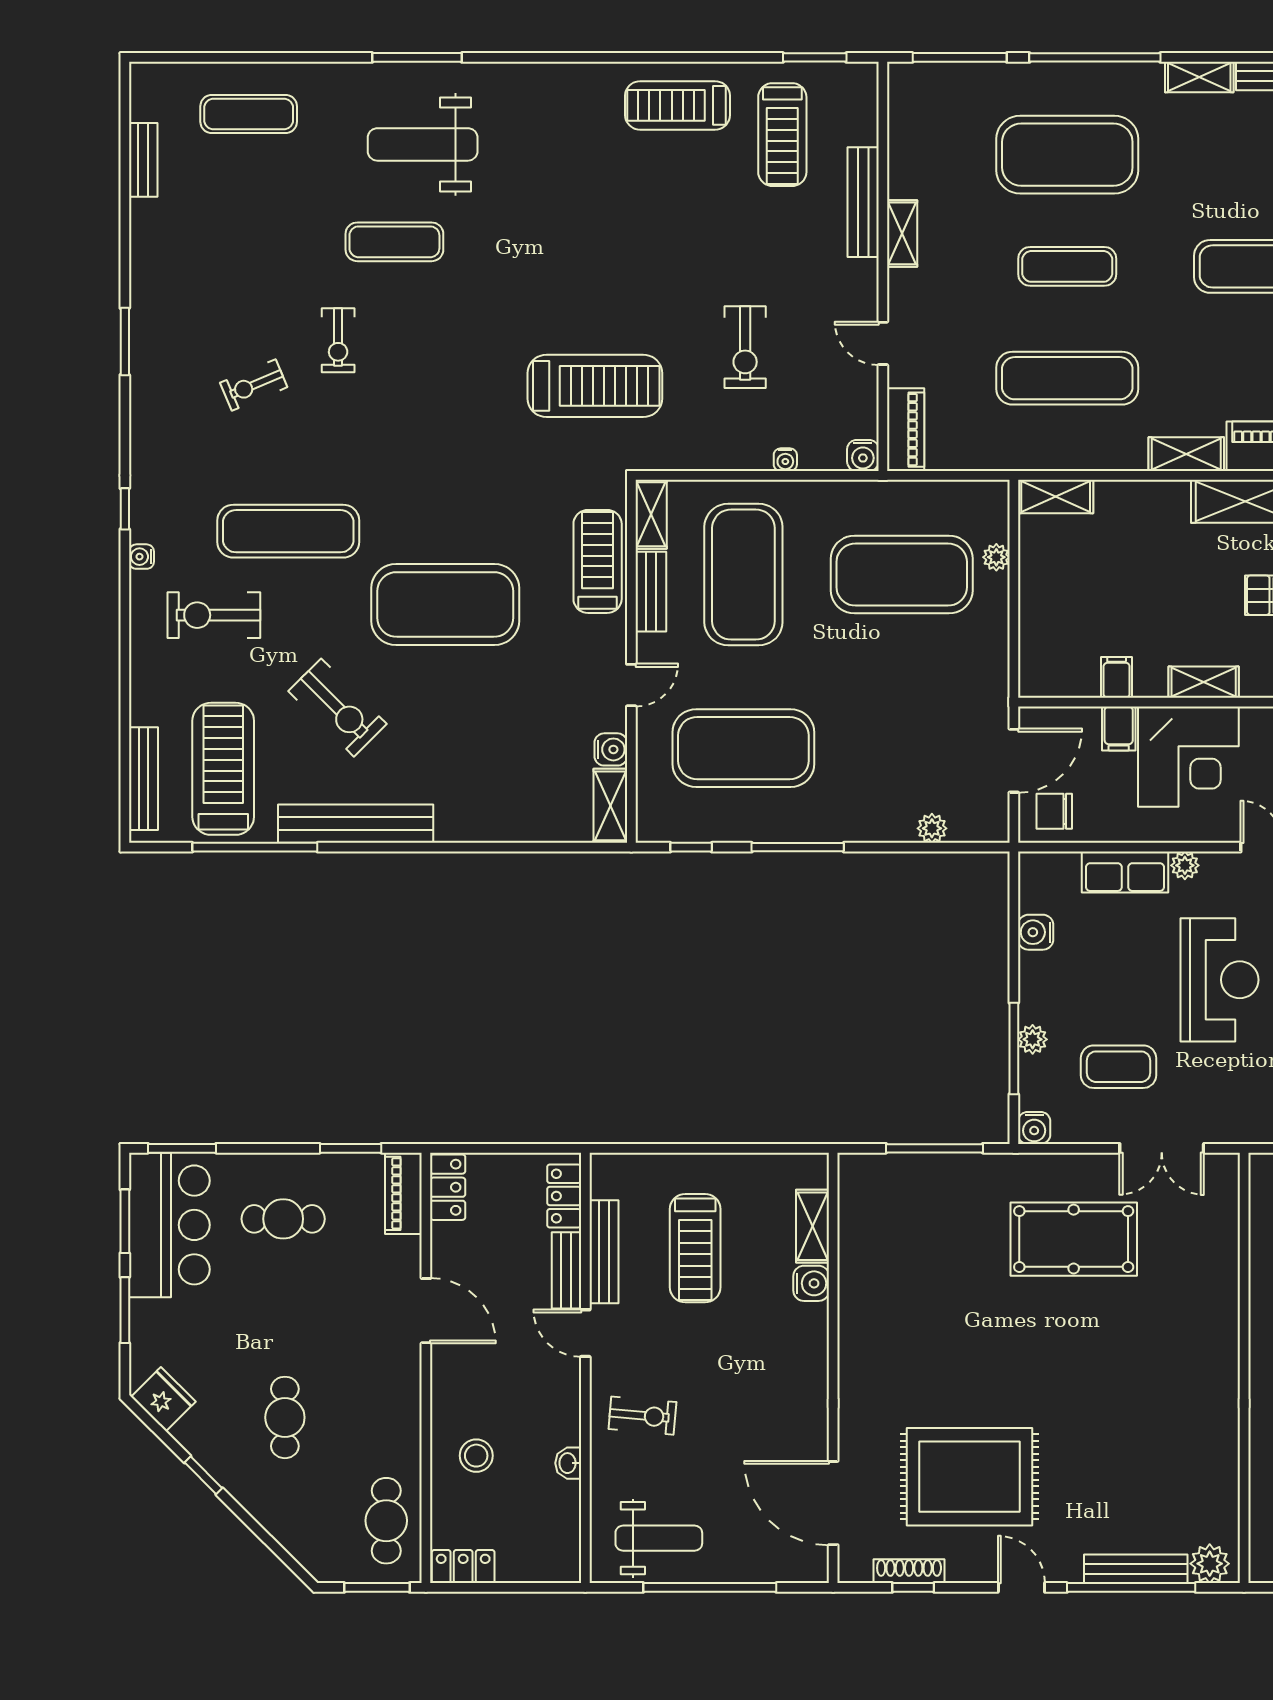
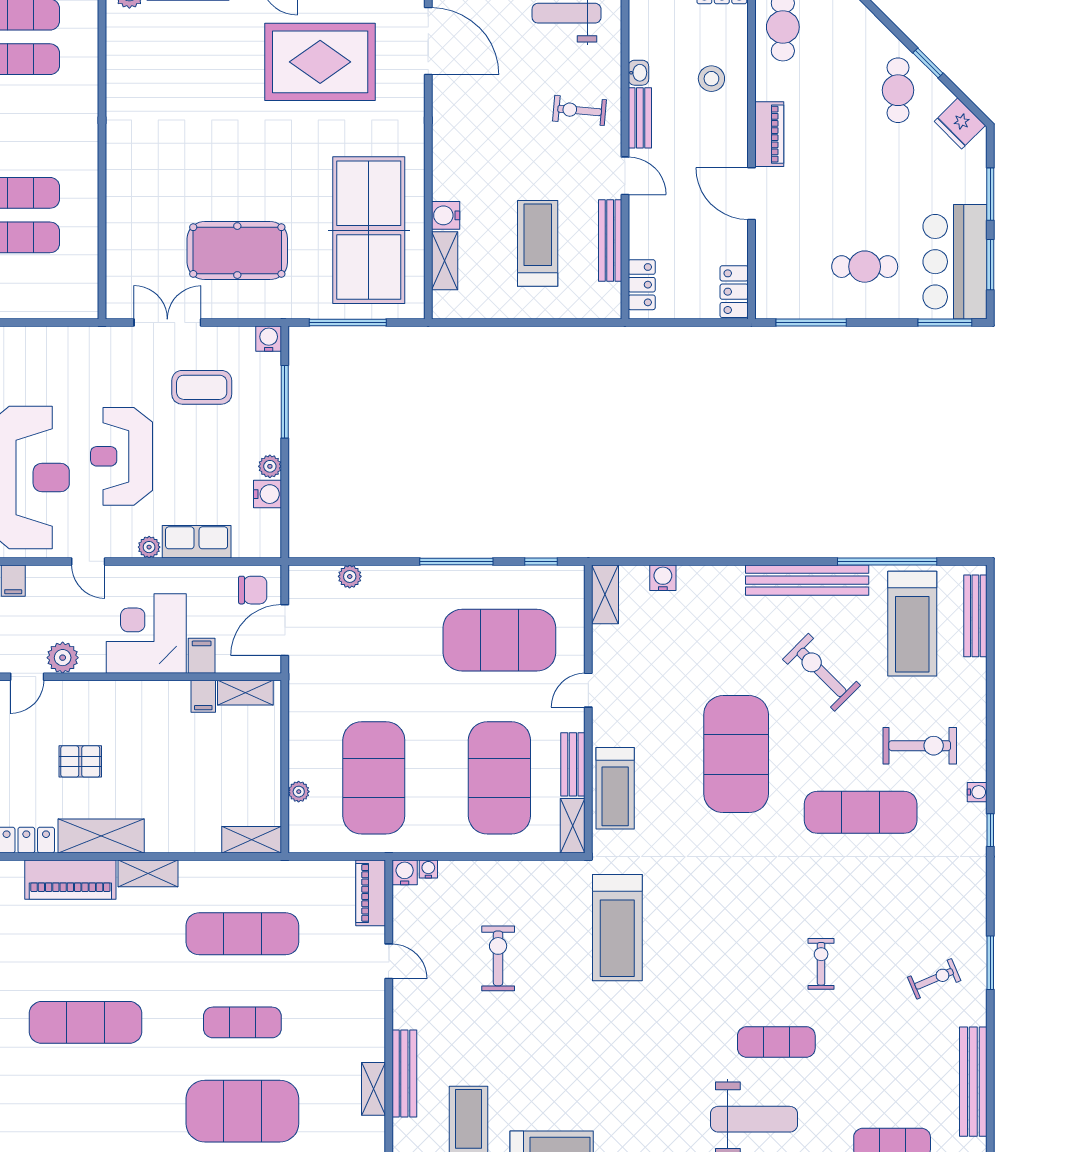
bench: (143, 160) -> (973, 1082), width x1.86, depth x1.21
shelving: (902, 233) -> (374, 1089), moved
exercise bike: (254, 385) -> (934, 979), moved
treadmill: (595, 386) -> (617, 928), turned -90
water cooler: (785, 460) -> (428, 869), moved
exercise mat: (902, 575) -> (374, 778), turned 90
exercise mat: (445, 604) -> (736, 754), turned 90
shelving: (1204, 682) -> (245, 693), moved
water cooler: (611, 749) -> (663, 578), moved, turned 90
plant: (1033, 1039) -> (270, 466), moved
window: (351, 1148) -> (811, 323), width x1.44
piano: (403, 1193) -> (769, 134), moved
table tennis table: (908, 1265) -> (369, 230), added
bench: (566, 1270) -> (640, 118), moved
cafe table: (285, 1417) -> (898, 90), moved

